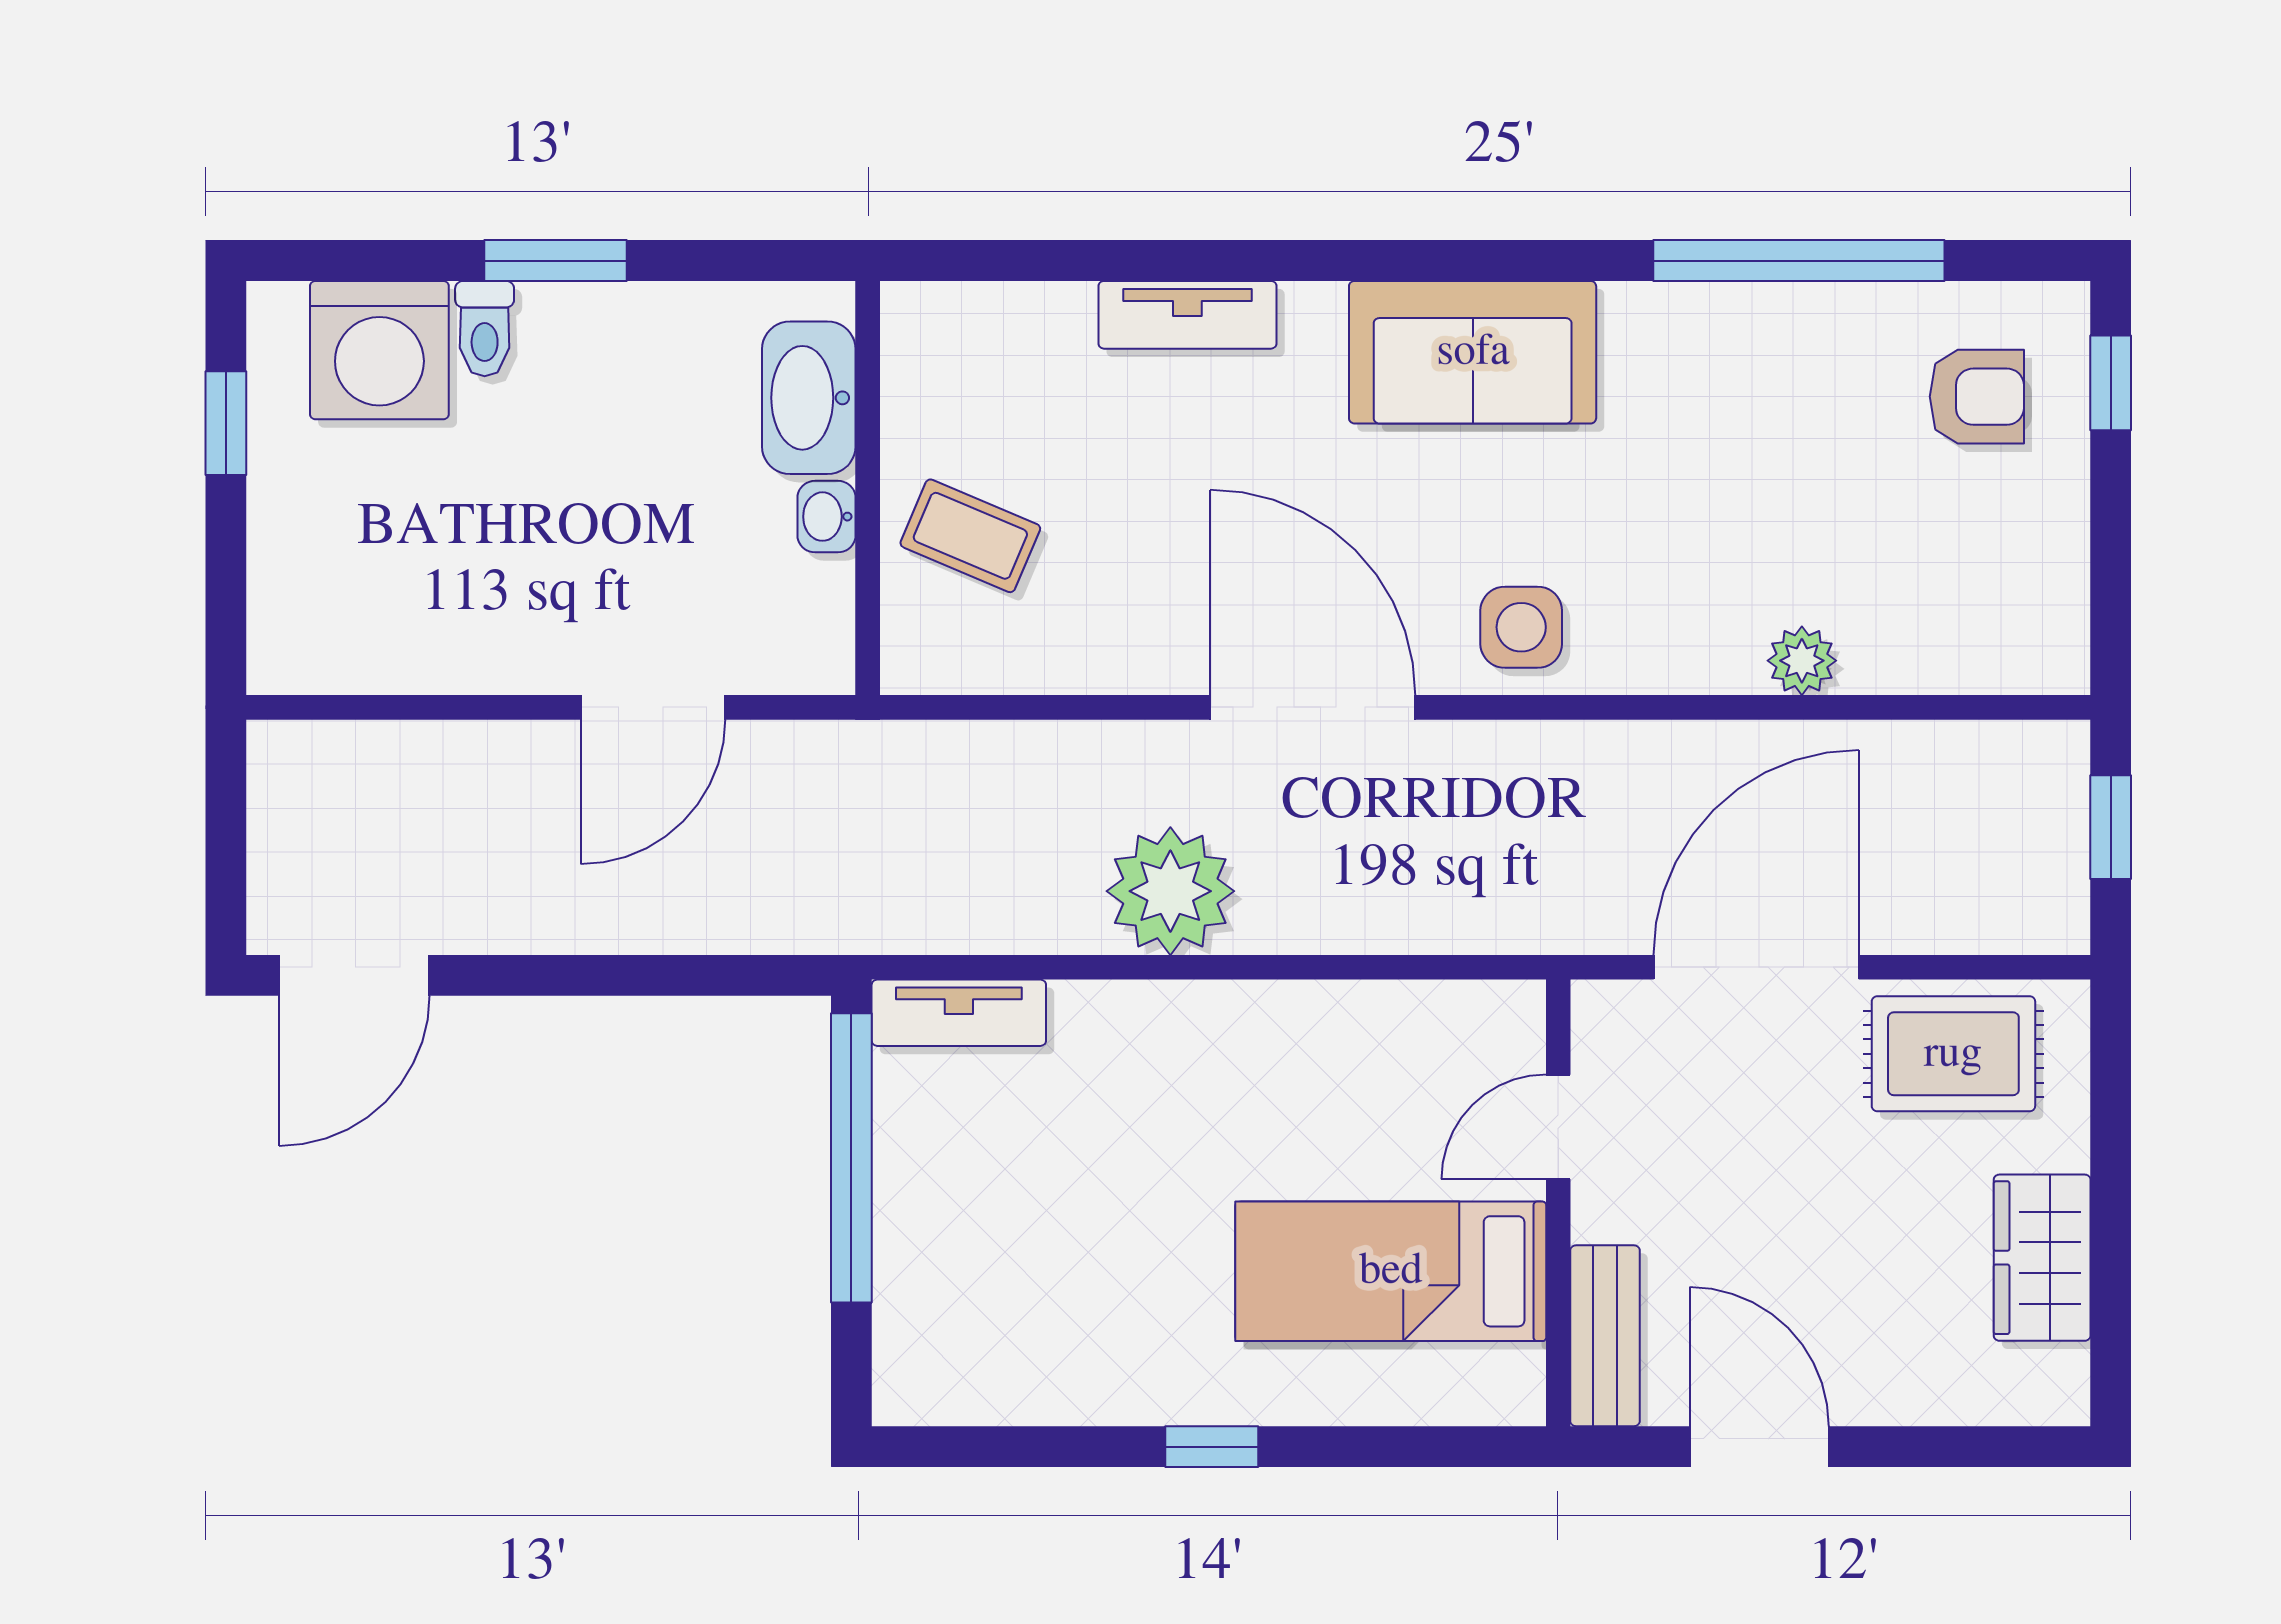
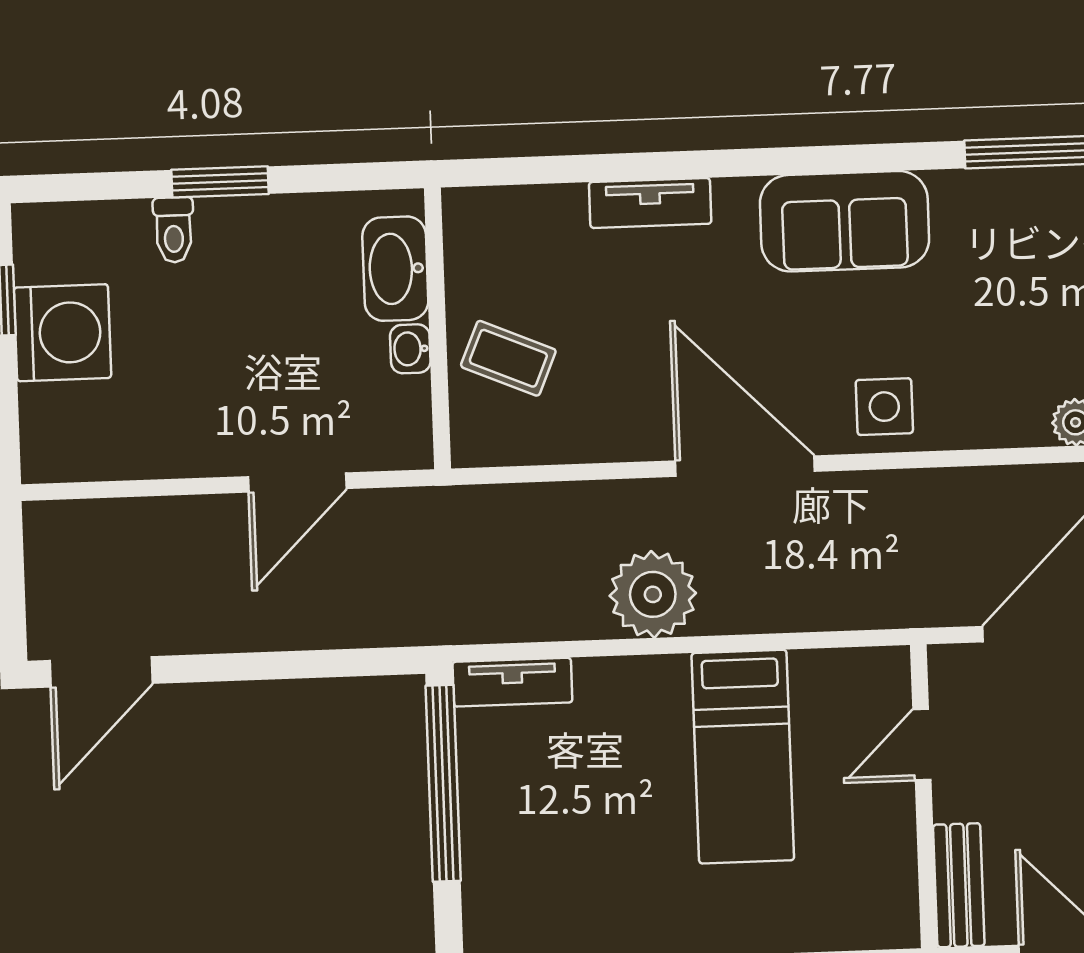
washing machine: (379, 350) -> (62, 333), moved, turned -90
bed: (1391, 1271) -> (743, 757), moved, turned -90

